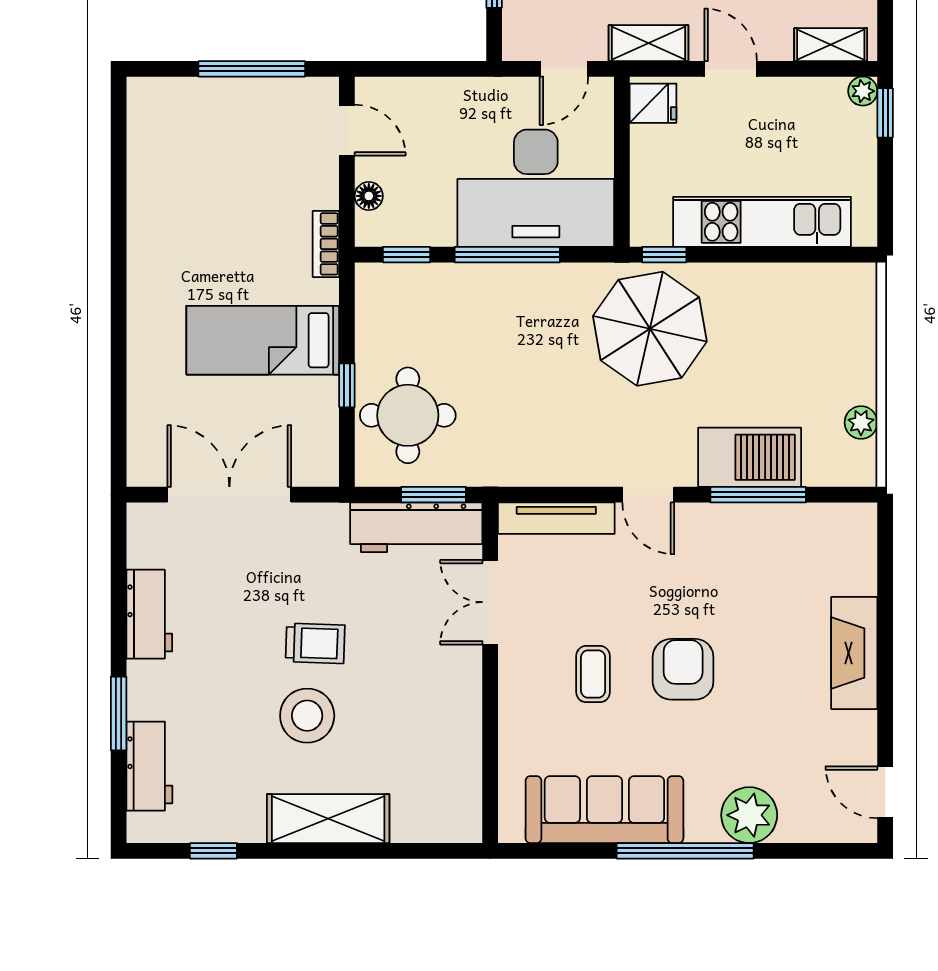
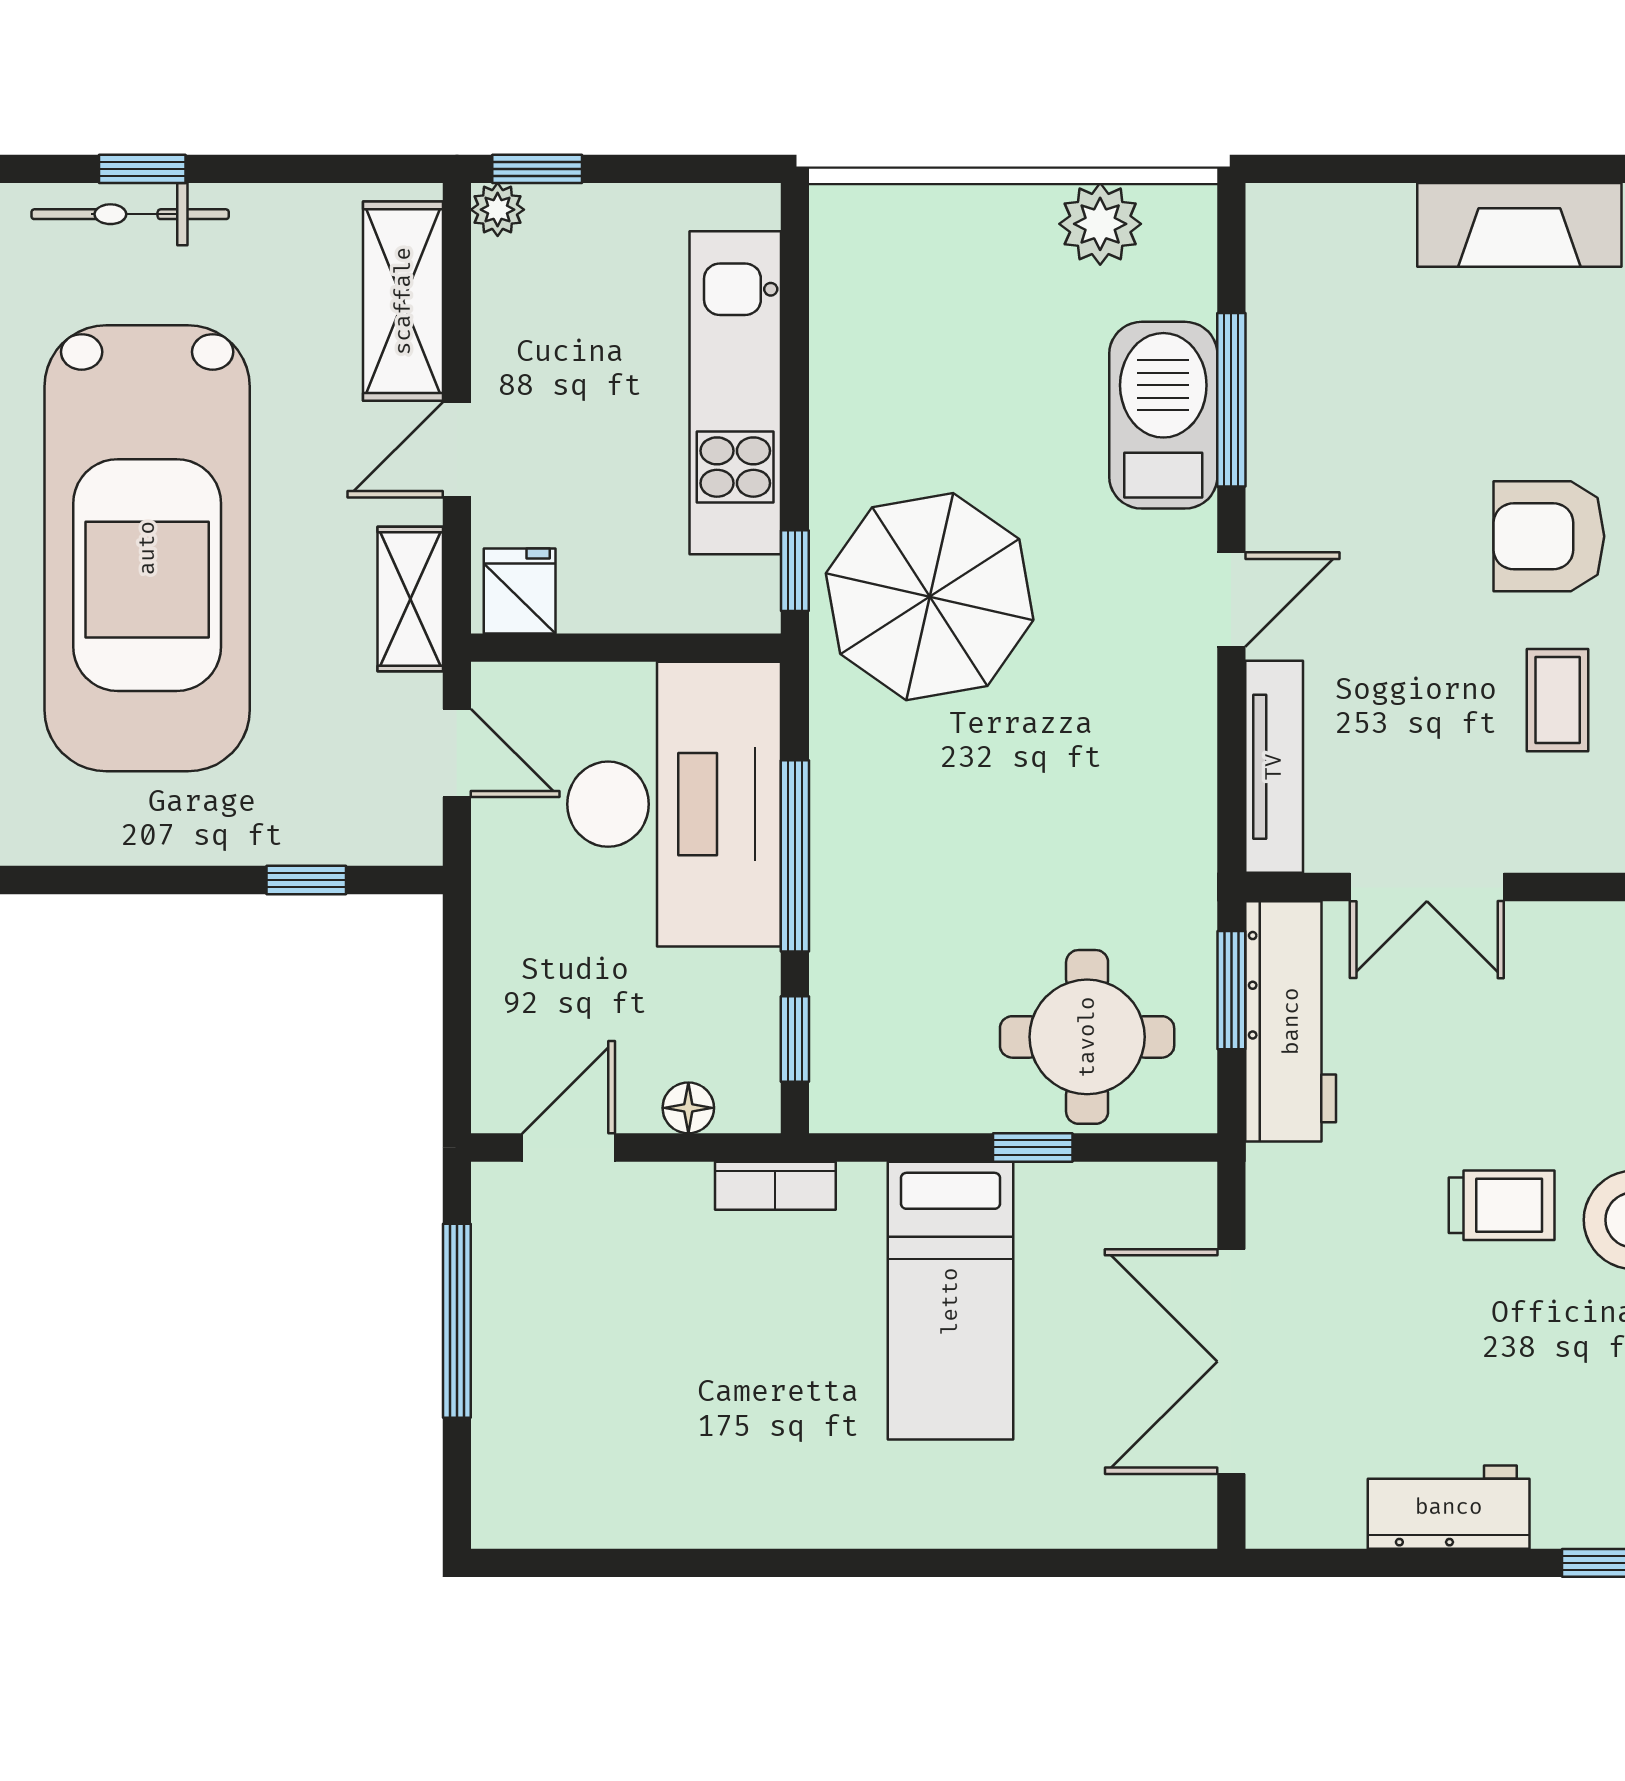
shelving: (831, 45) -> (403, 301), width x1.50, depth x1.33
plant: (861, 423) -> (1100, 224), width x1.38, depth x1.38
trolley: (315, 643) -> (1502, 1205), turned 88
coffee table: (593, 674) -> (1558, 700), turned 90

